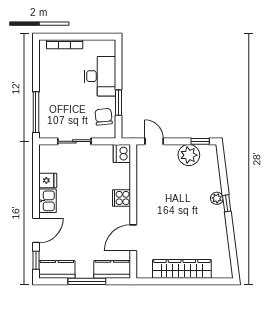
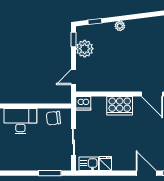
window: (119, 103) -> (42, 106), removed
window: (36, 112) -> (50, 173), width x0.69
cooker: (121, 198) -> (120, 106), width x1.87, depth x1.31
kitchen sink: (48, 201) -> (89, 164), moved
window: (227, 203) -> (95, 21), moved

